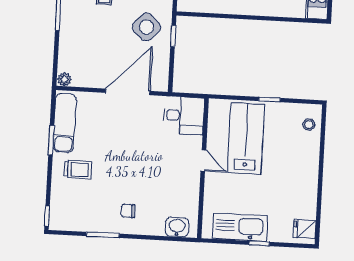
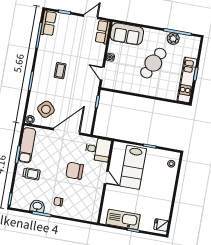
side table: (146, 27) -> (46, 109), moved
lab bench: (246, 138) -> (133, 167), turned 180
chair: (149, 156) -> (75, 171), added
washbasin: (177, 227) -> (37, 206), moved

